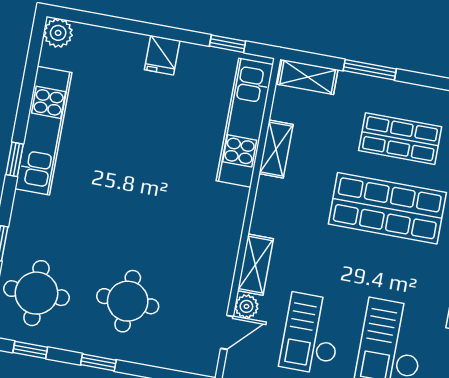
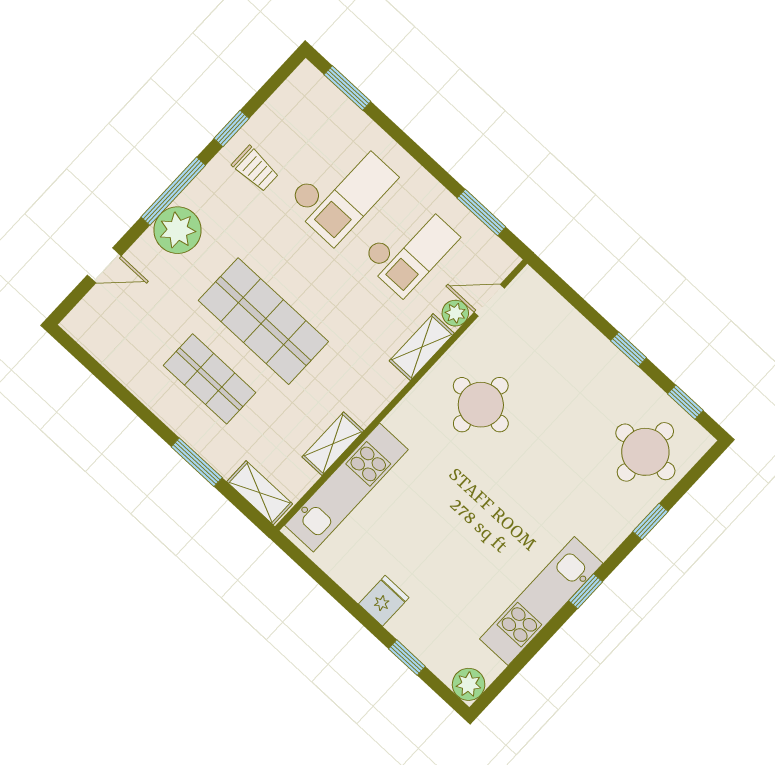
window: (228, 44) -> (407, 658), moved
round table: (128, 301) -> (481, 405), moved

